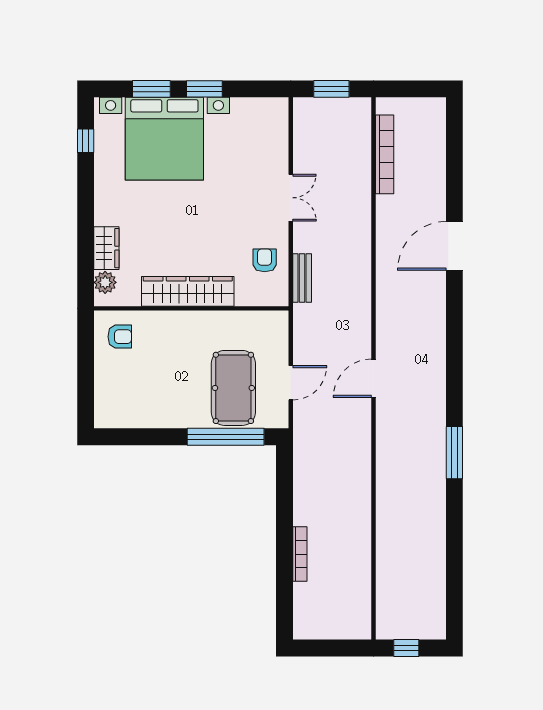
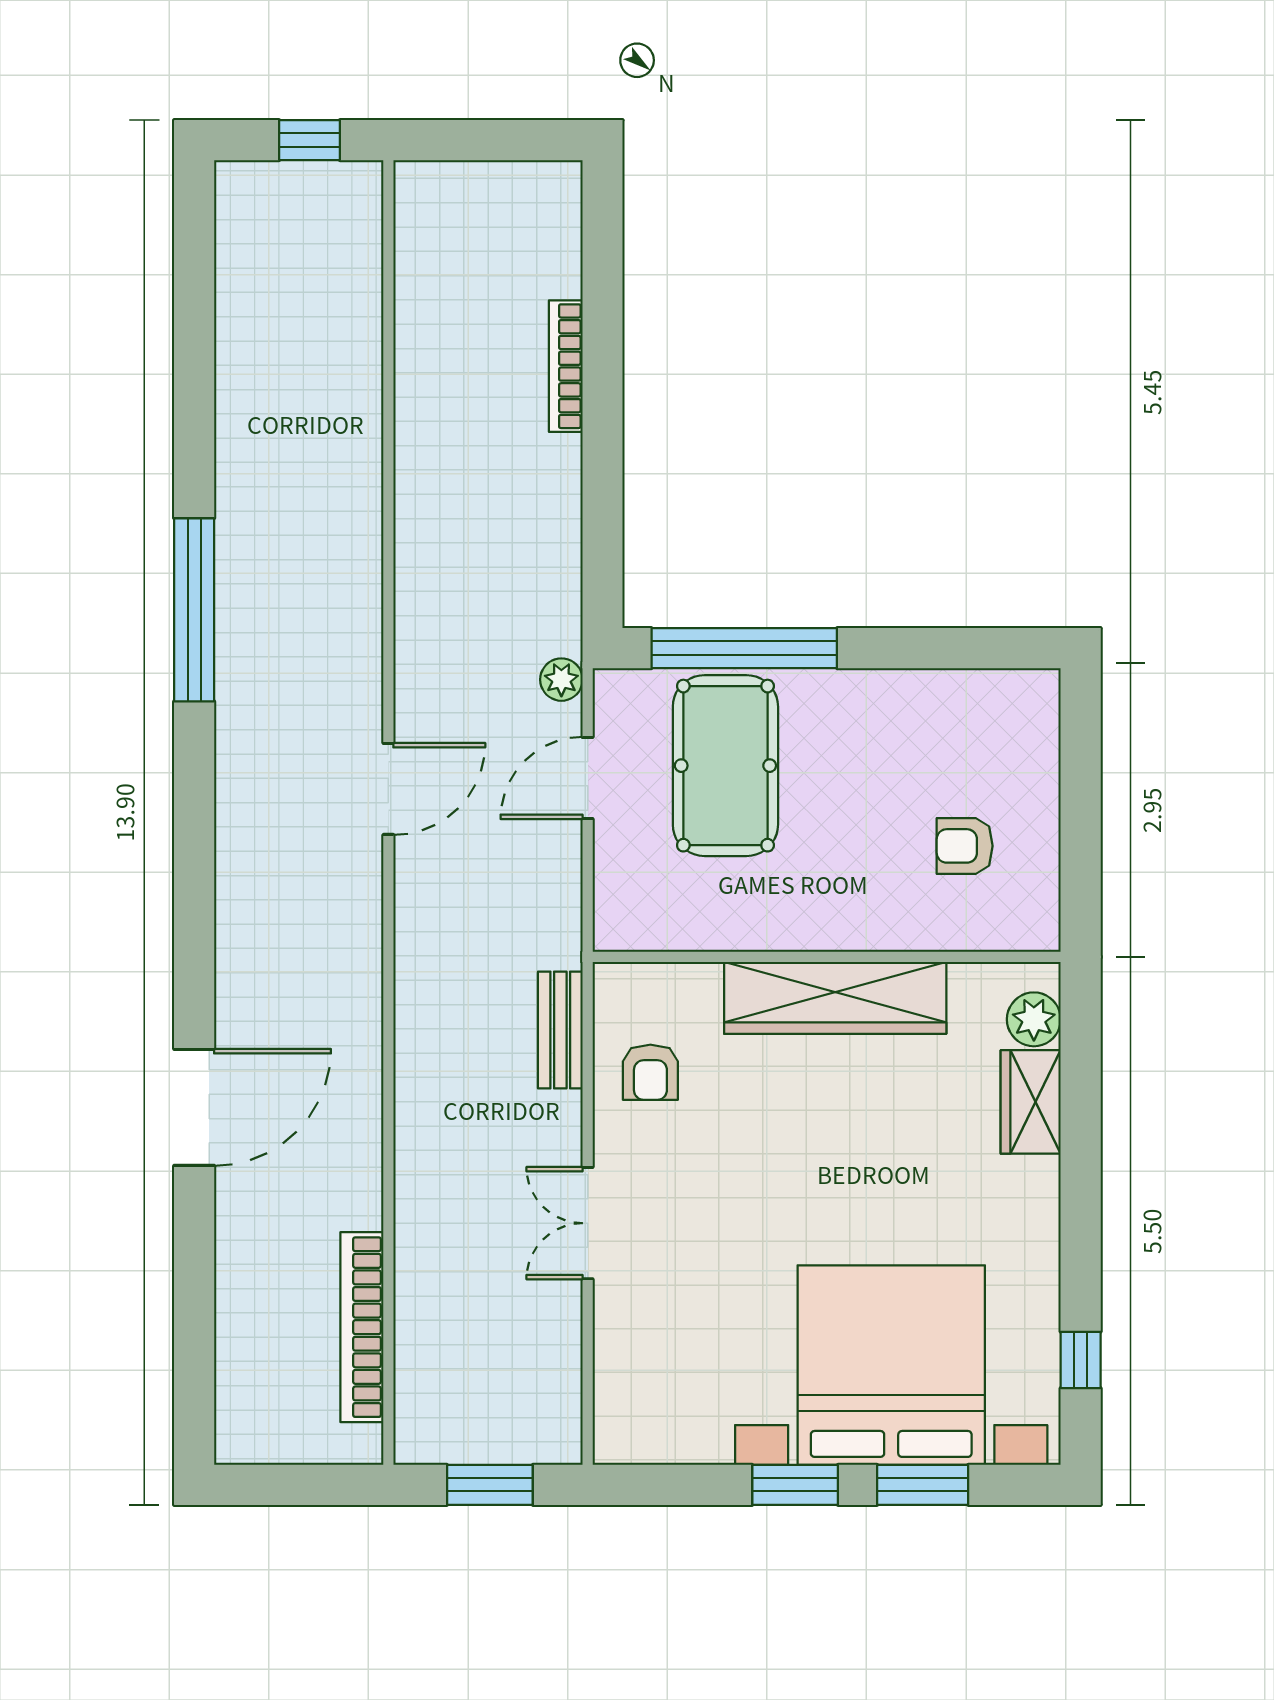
armchair: (120, 337) -> (965, 846), moved
plant: (302, 424) -> (561, 680), added
window: (454, 453) -> (194, 610), width x1.46

